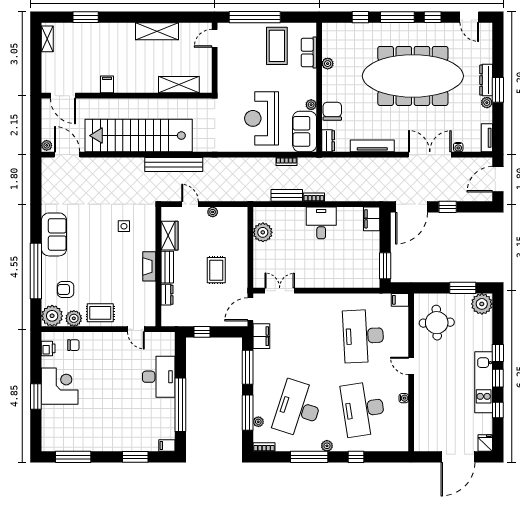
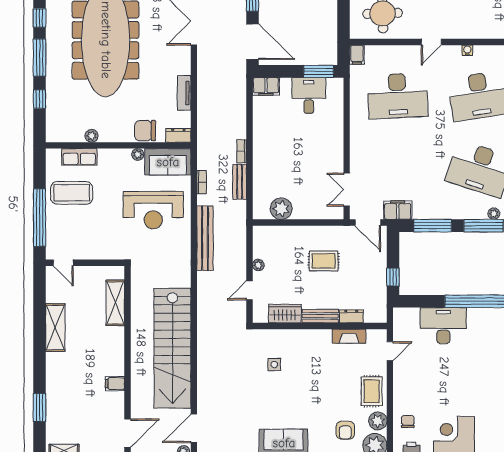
tv unit: (372, 146) -> (184, 93), width x0.71
bench: (174, 165) -> (205, 238), moved
desk: (321, 223) -> (309, 96), moved, turned 90
fireplace: (149, 266) -> (349, 336), moved

